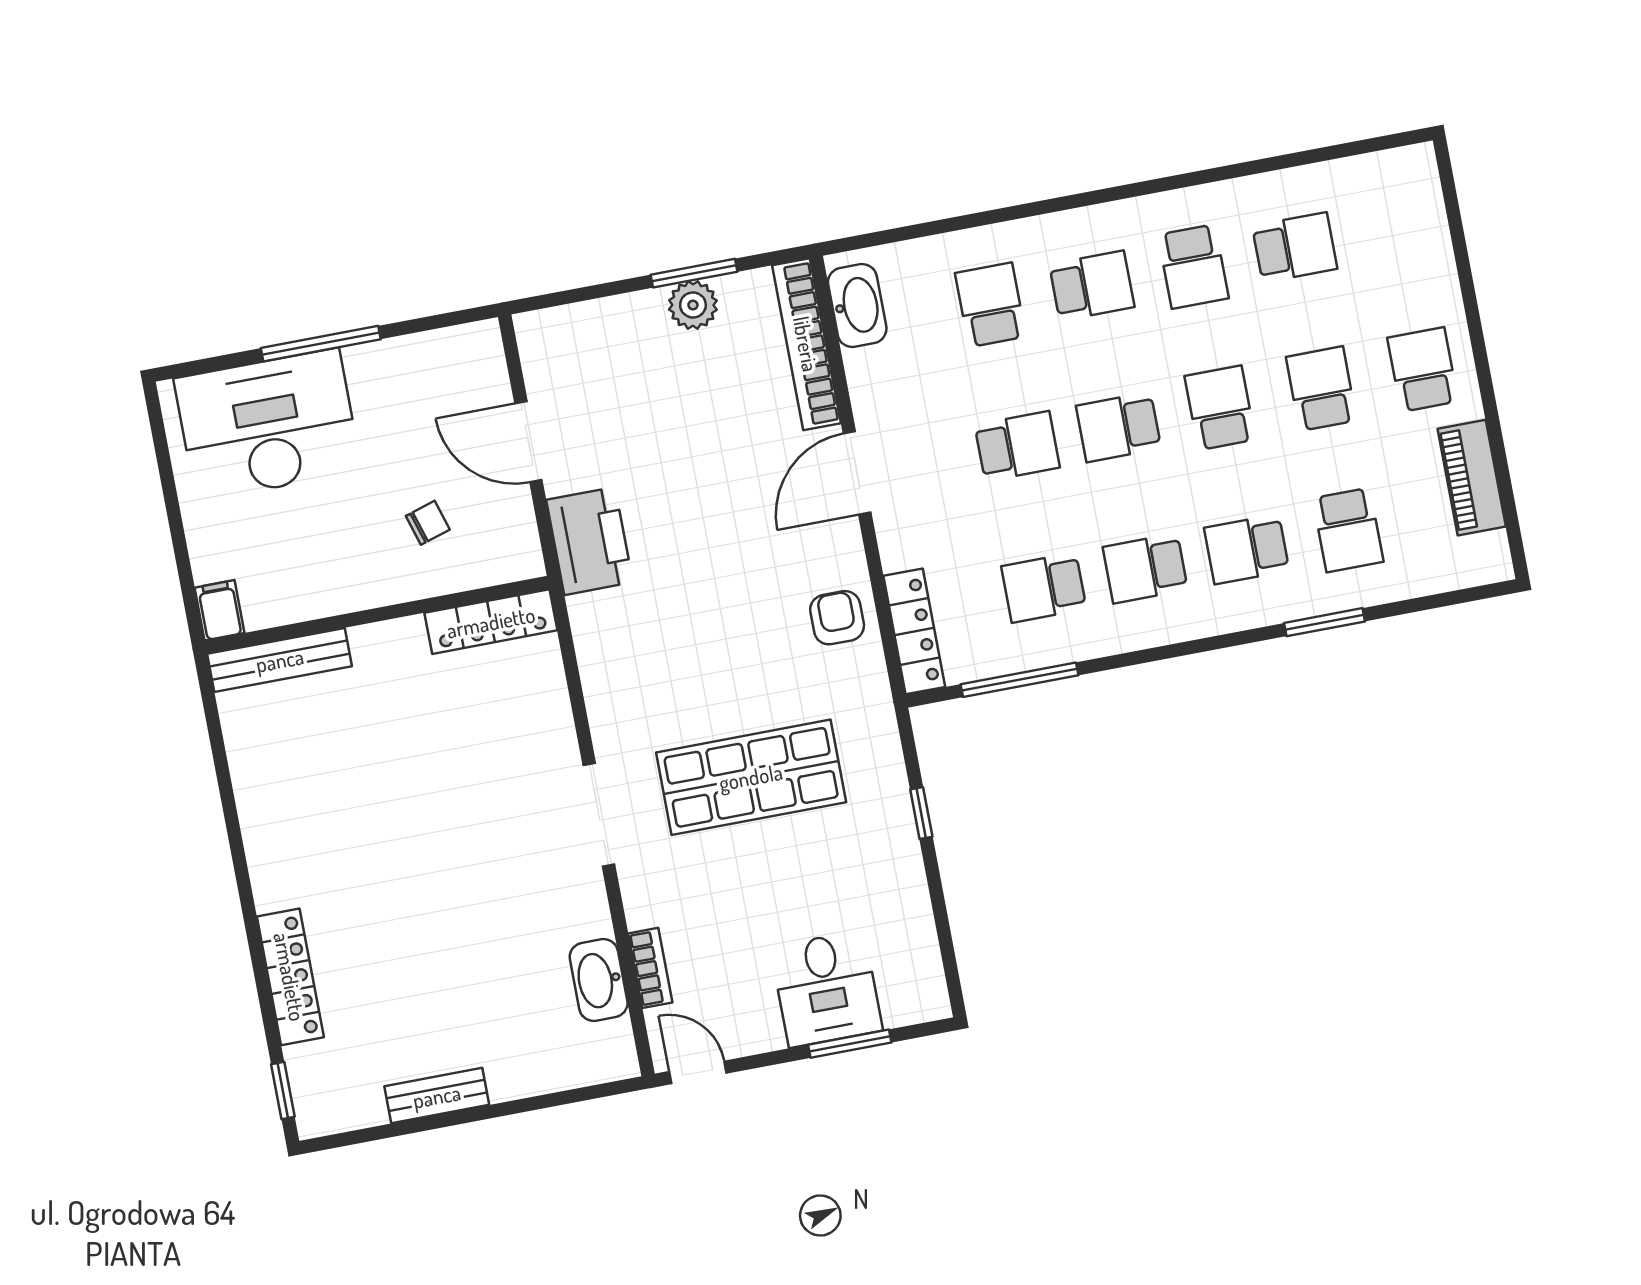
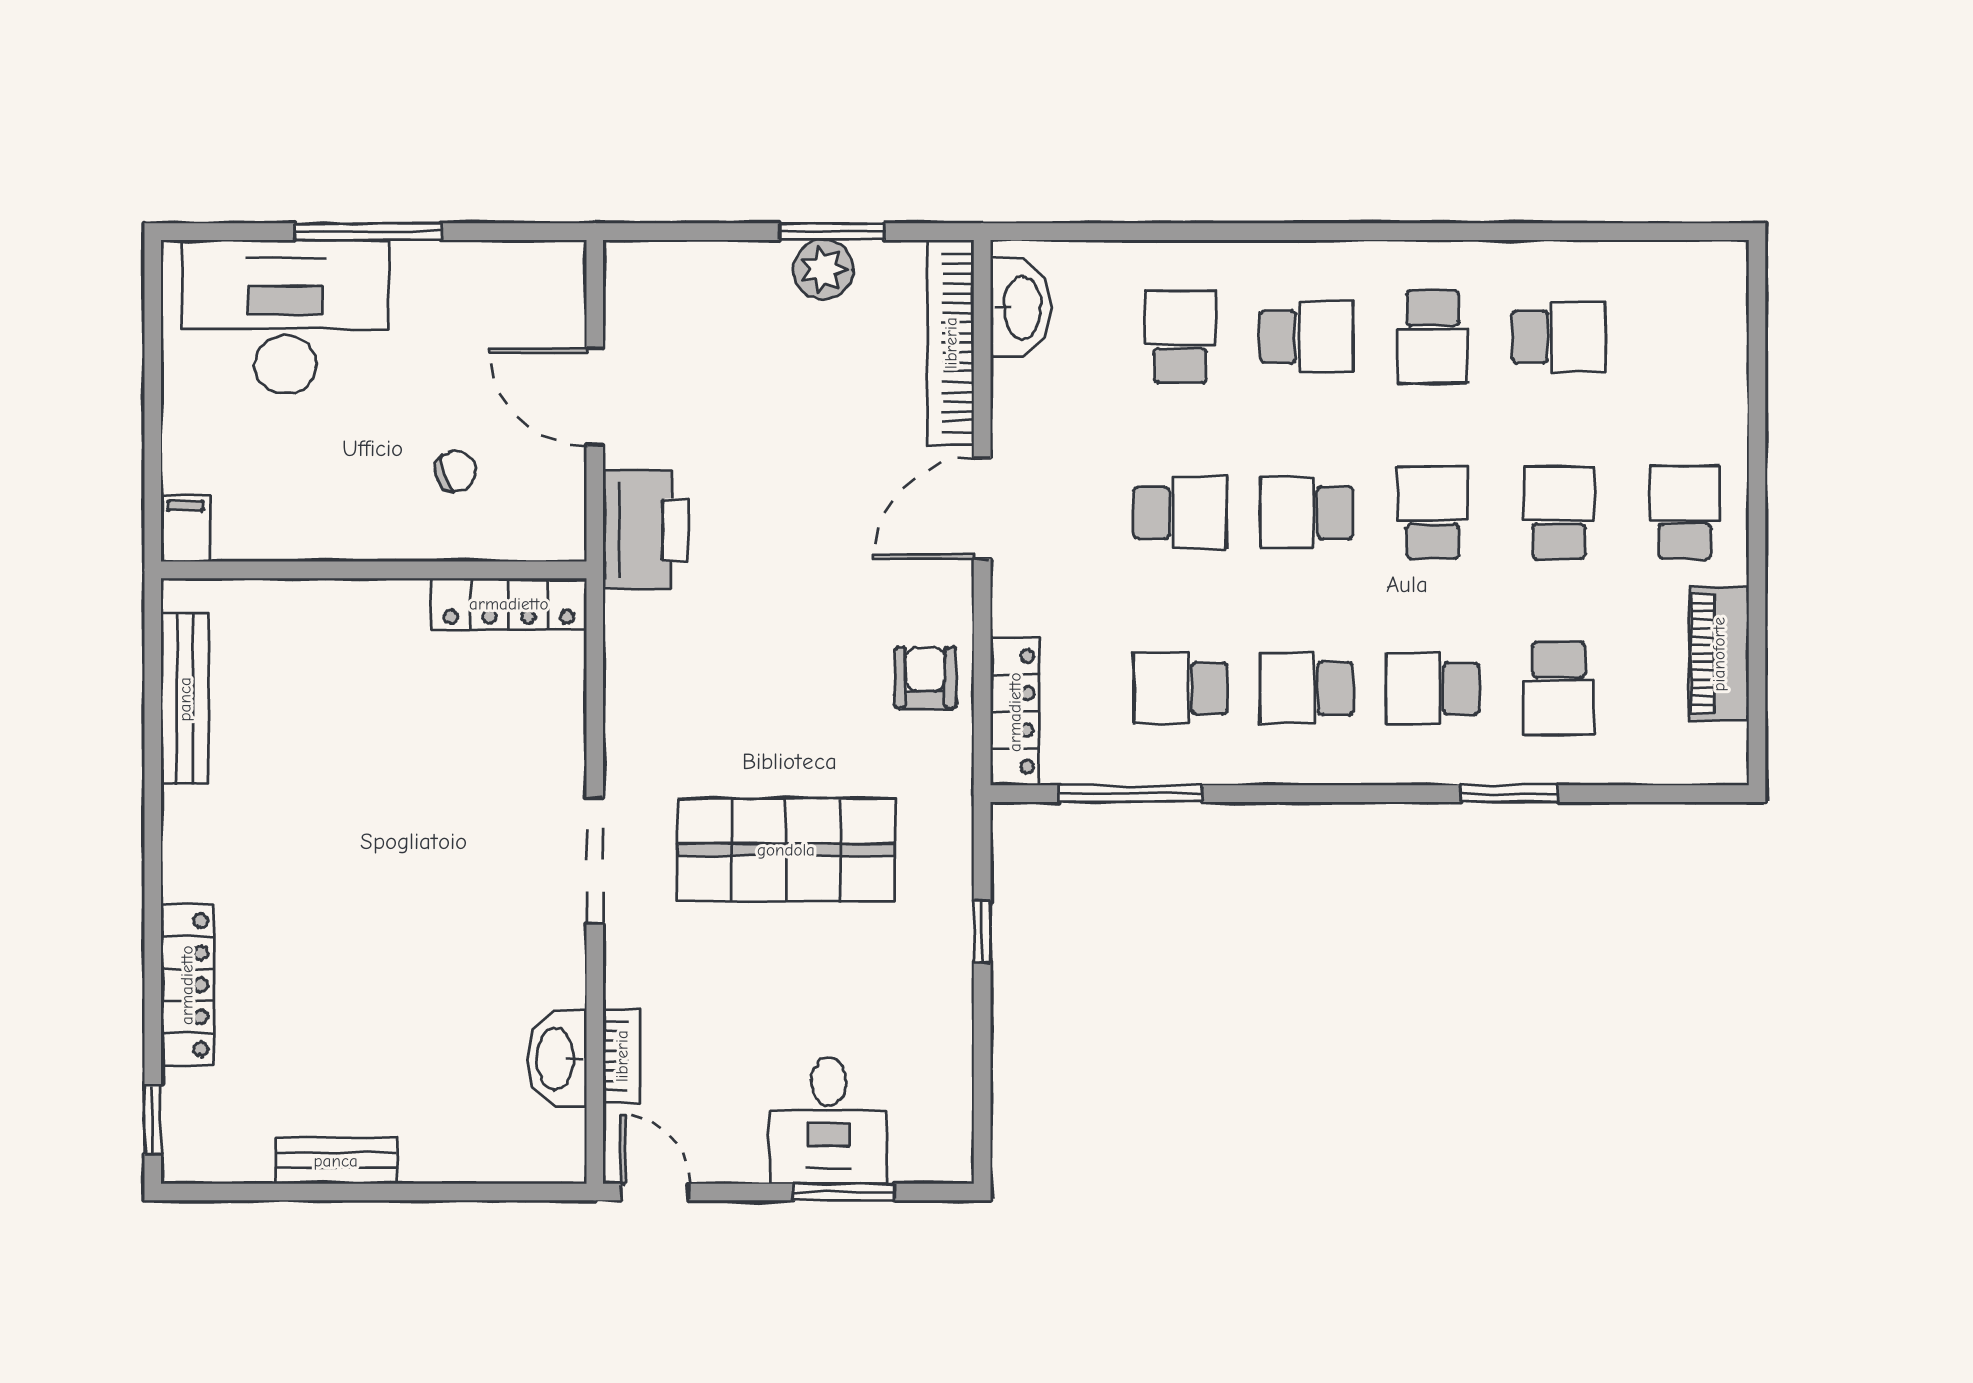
bench: (280, 660) -> (185, 699), moved, turned 90

